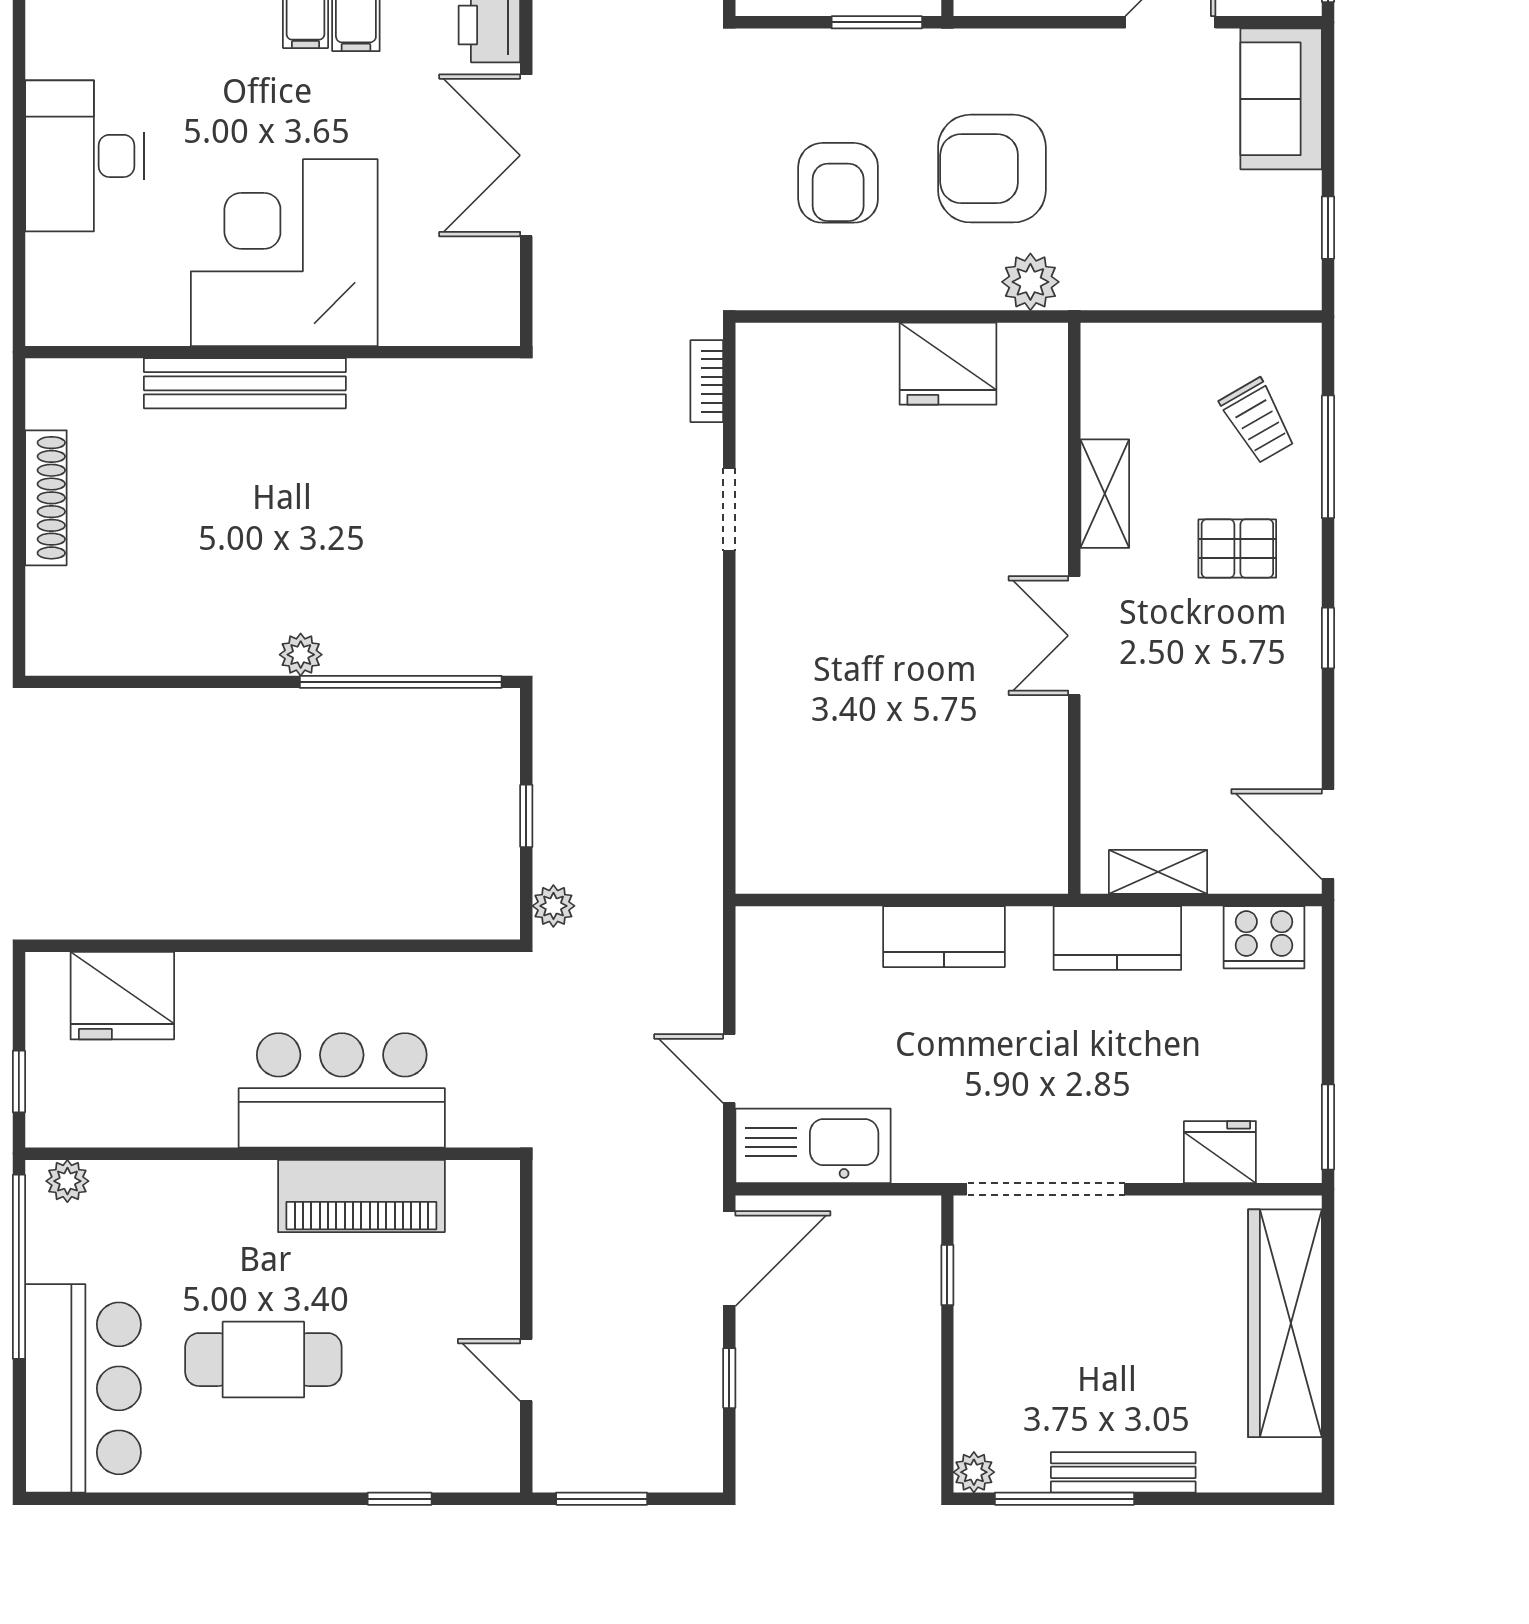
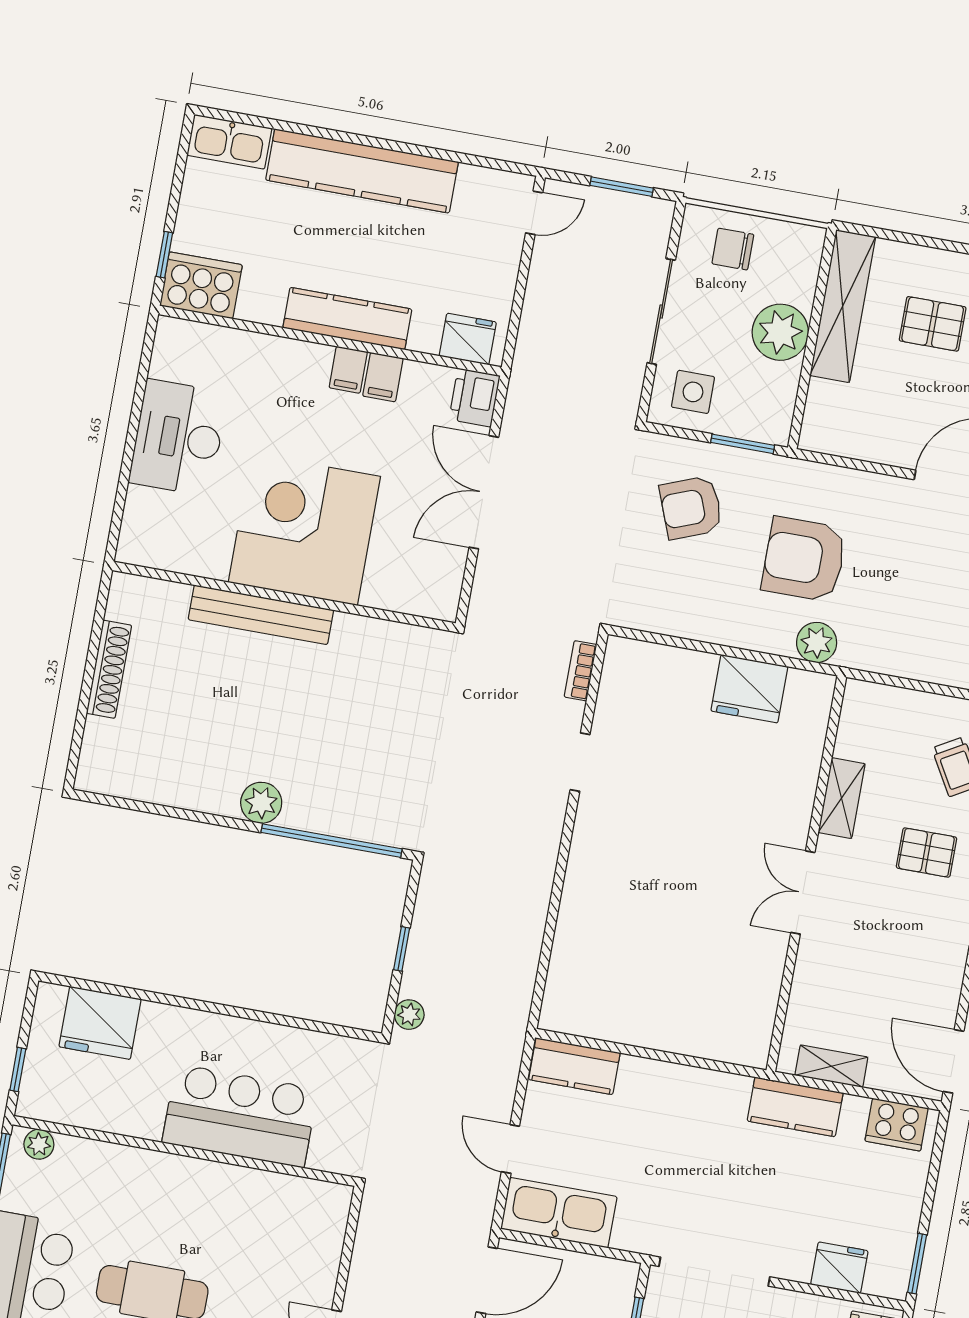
armchair: (838, 183) -> (691, 508), moved, turned 69
plant: (301, 655) -> (261, 803), width x1.38, depth x1.38
kitchen counter: (944, 937) -> (574, 1066), moved
piano: (361, 1196) -> (240, 1191), removed

